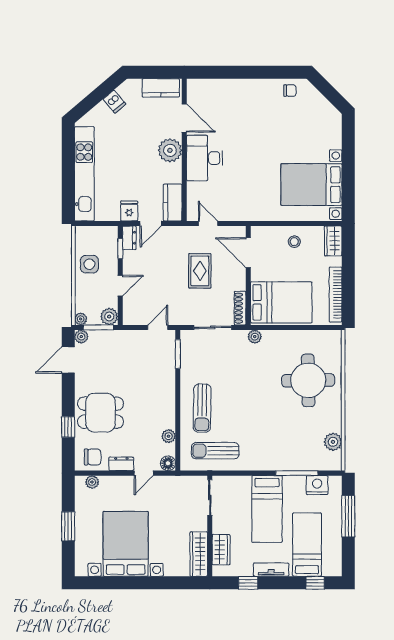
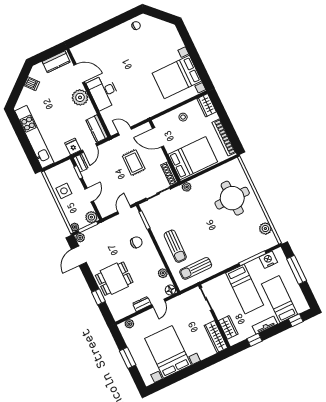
chair: (93, 457) -> (136, 242), moved

